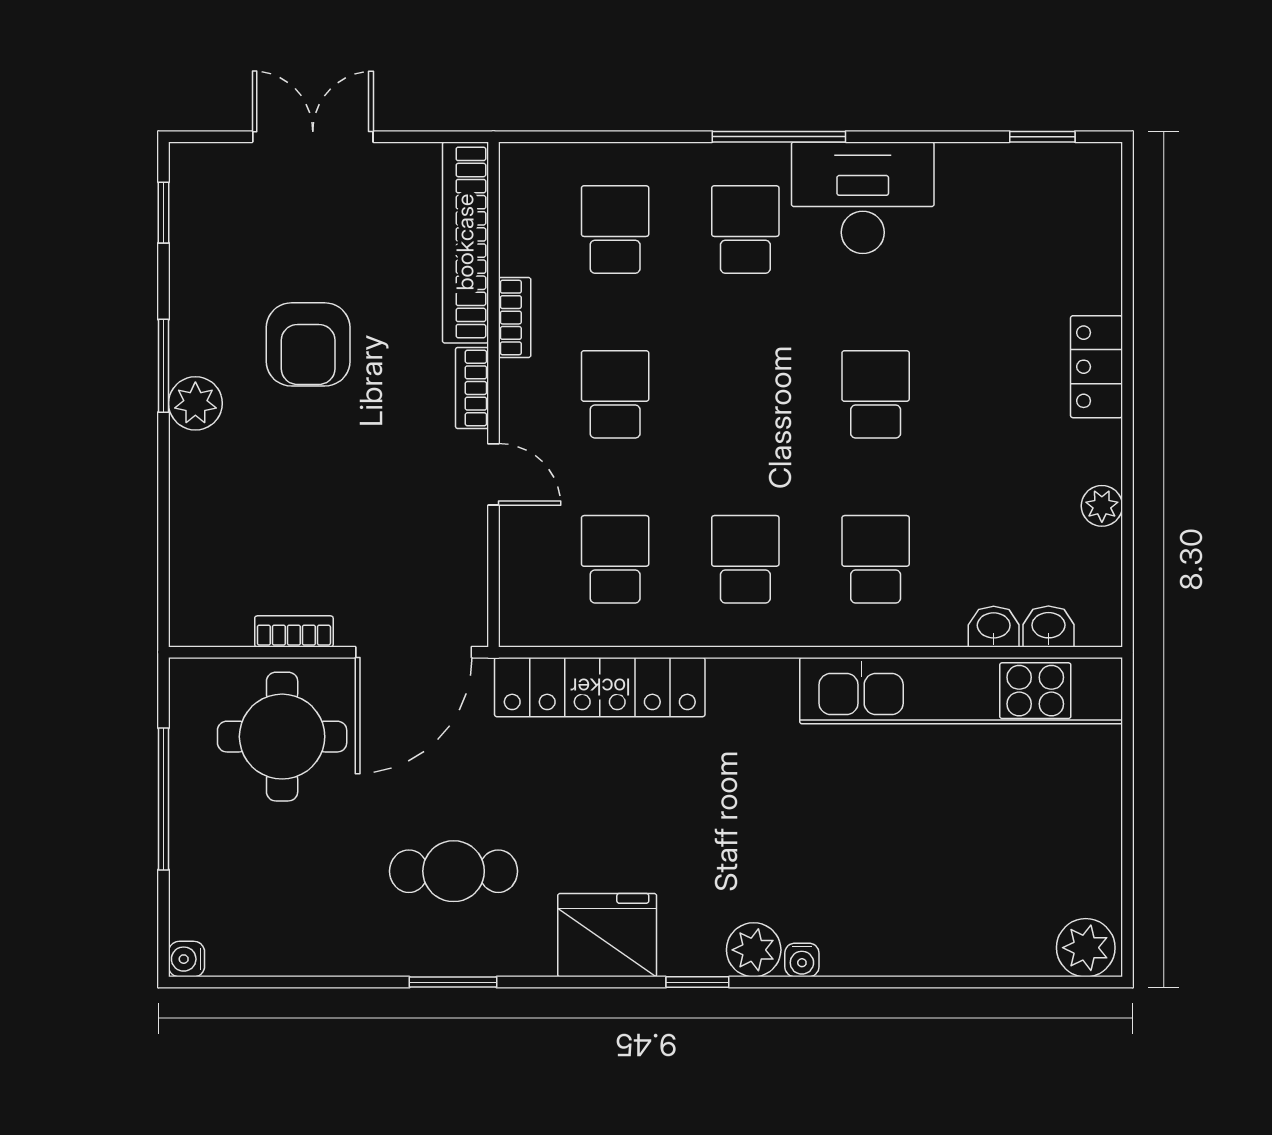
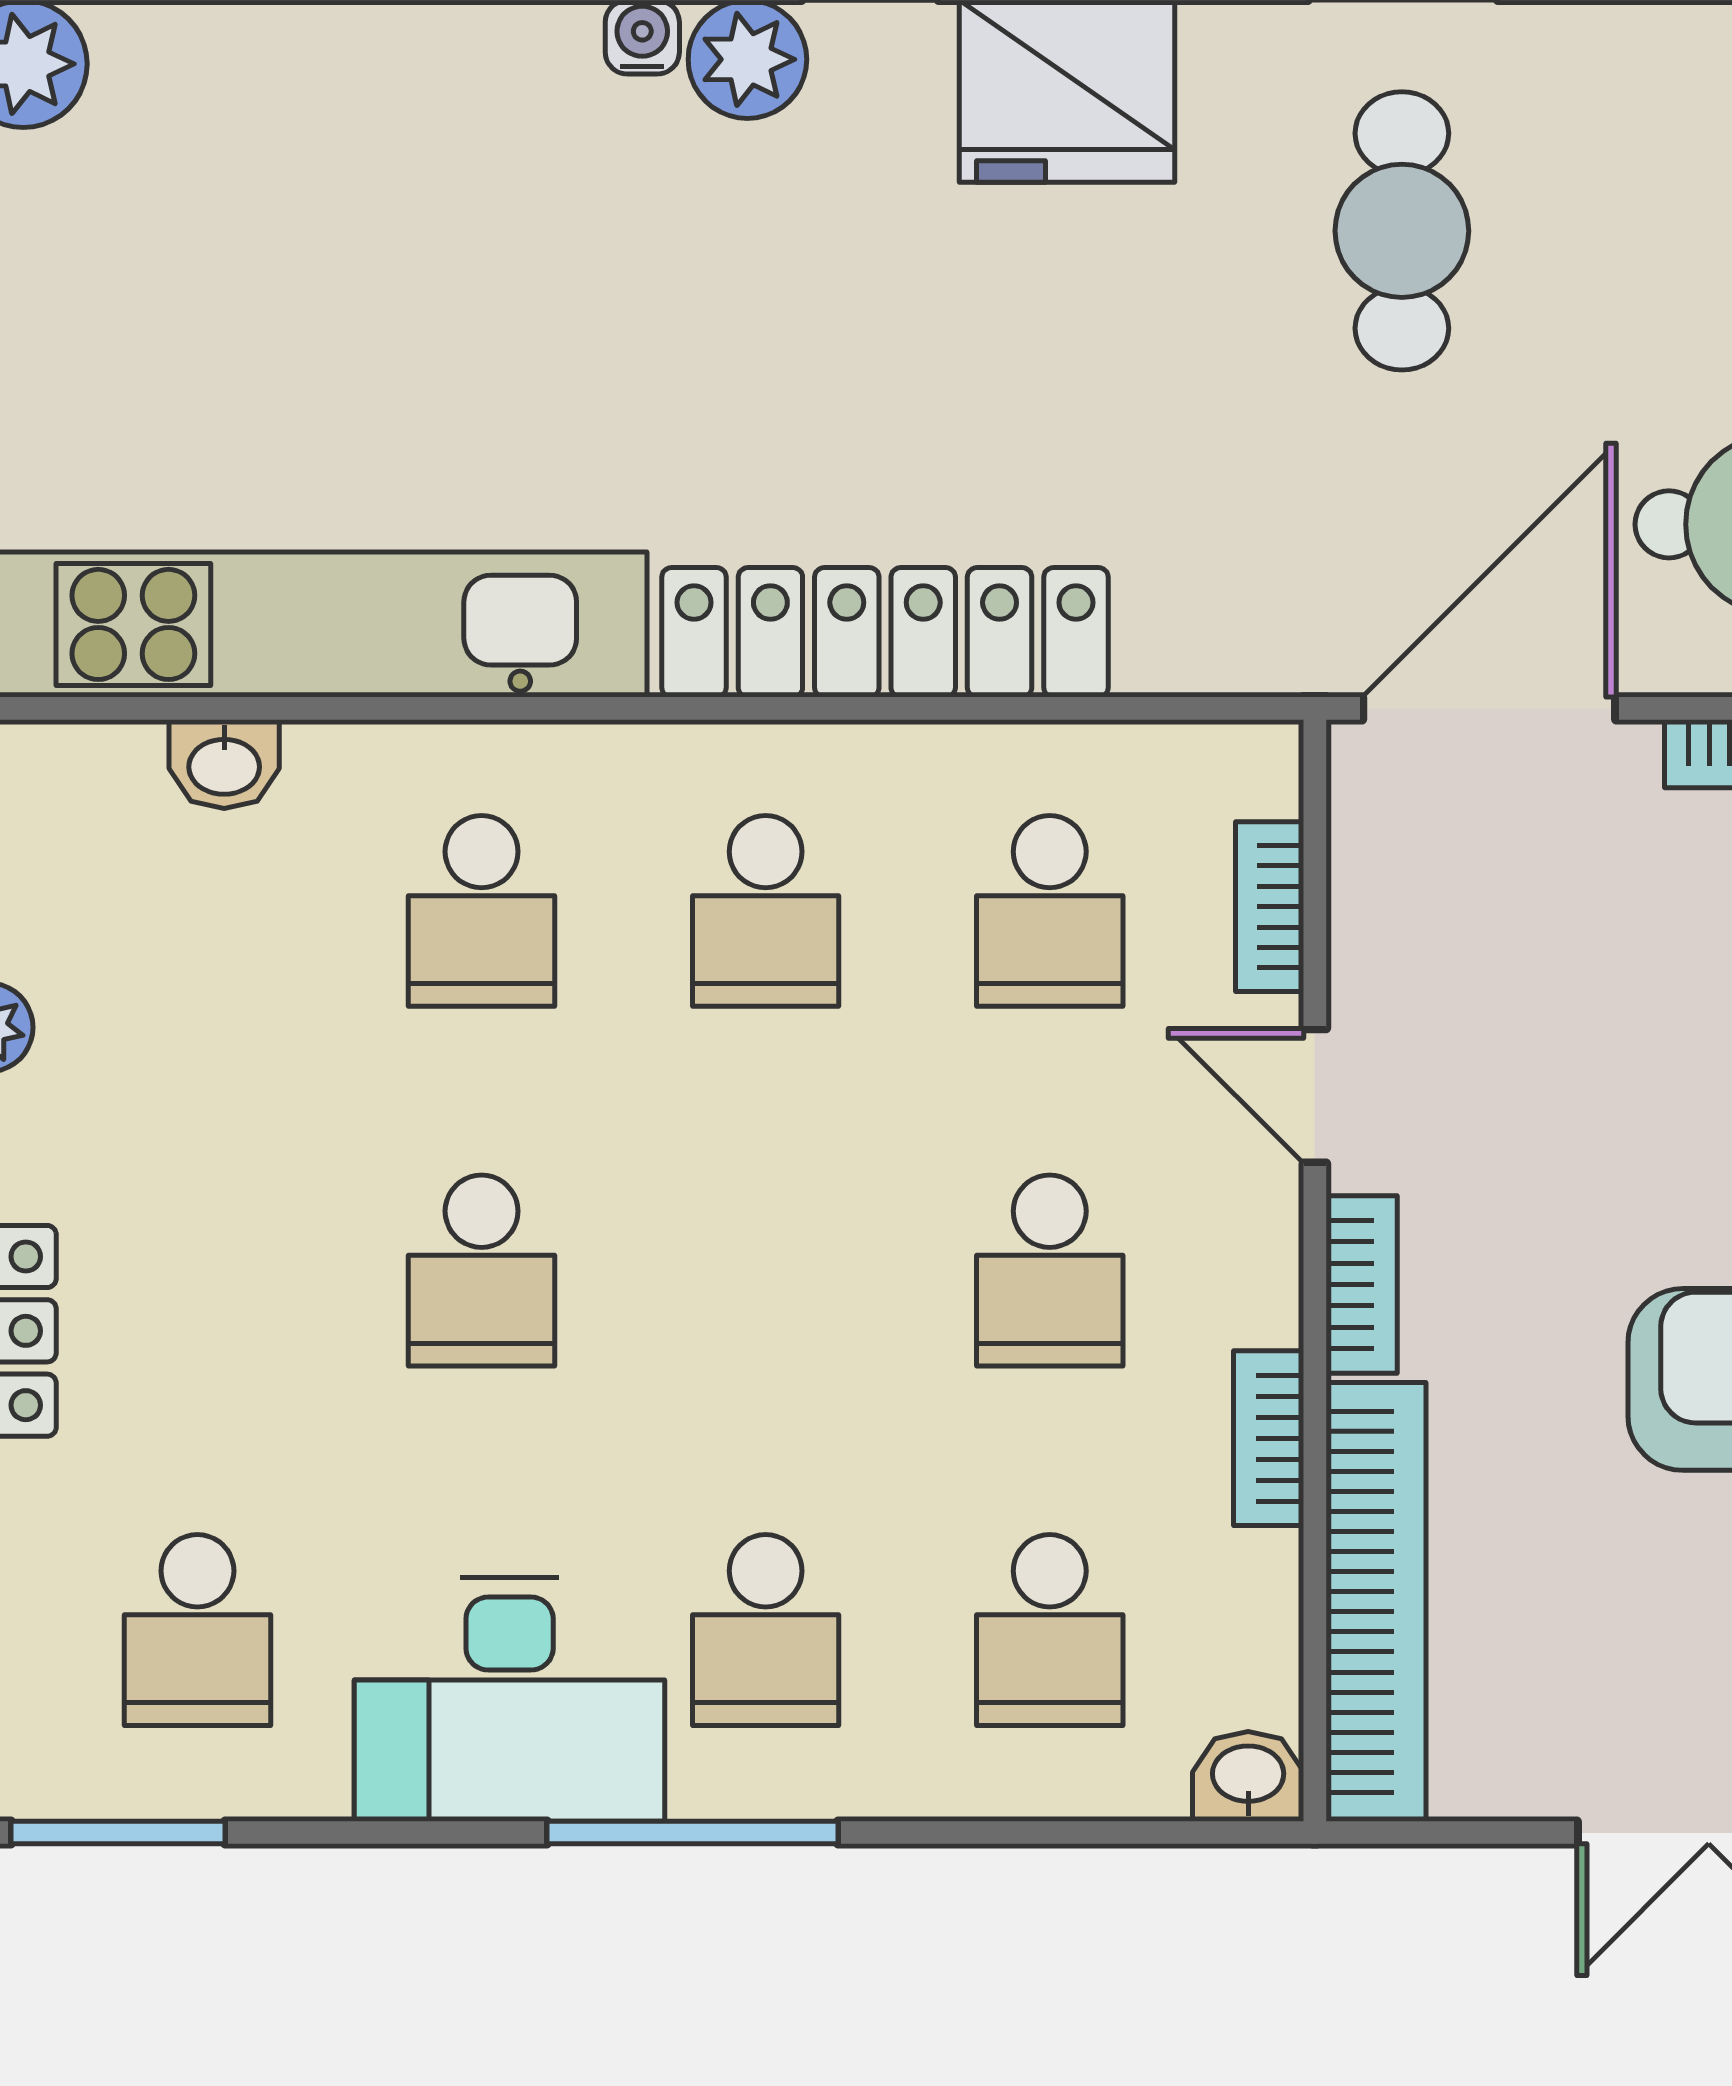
window: (1042, 137) -> (118, 1833), width x1.50
school desk: (1006, 230) -> (197, 1630), added
bookcase: (514, 561) -> (1270, 907), added
washbasin: (1048, 626) -> (1248, 1776), moved, turned 180
locker: (600, 687) -> (885, 632), moved
cafe table: (454, 871) -> (1402, 231), turned 90

